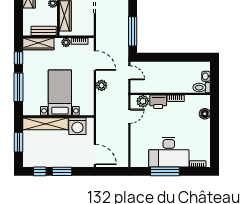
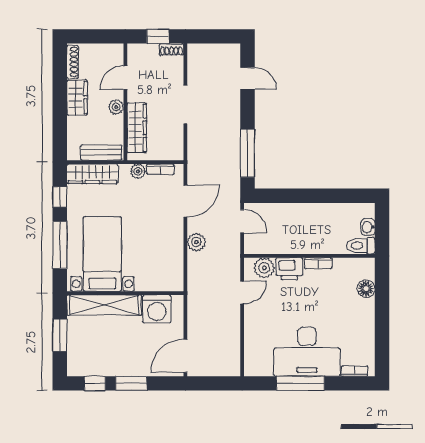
door: (95, 60) -> (185, 201), hinge flipped
bed with nightstands: (60, 93) -> (102, 254), moved
door: (95, 155) -> (185, 356), swing flipped

